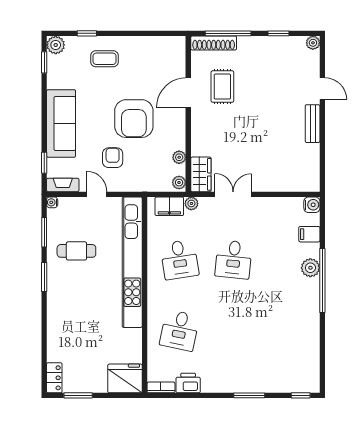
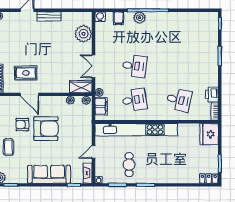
armchair: (113, 158) -> (22, 125), moved
plant: (285, 178) -> (84, 34), added

